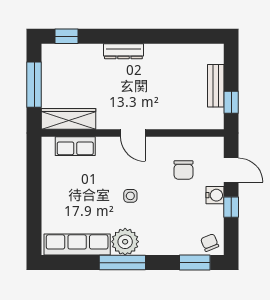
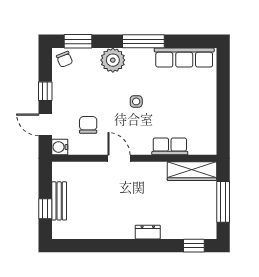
dresser: (123, 51) -> (148, 232), width x0.70
window: (231, 102) -> (45, 209), moved
door: (133, 133) -> (119, 158), moved
row of seats: (75, 146) -> (170, 146), moved
water cooler: (215, 195) -> (60, 147), moved
plant: (125, 242) -> (113, 60), moved

